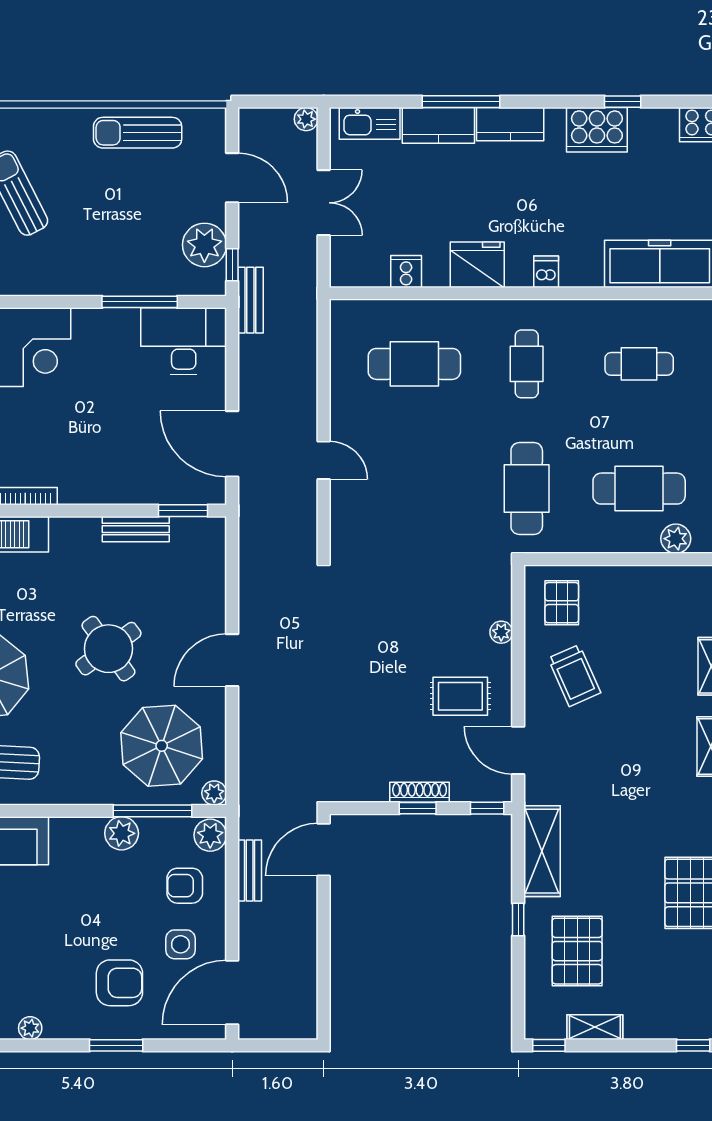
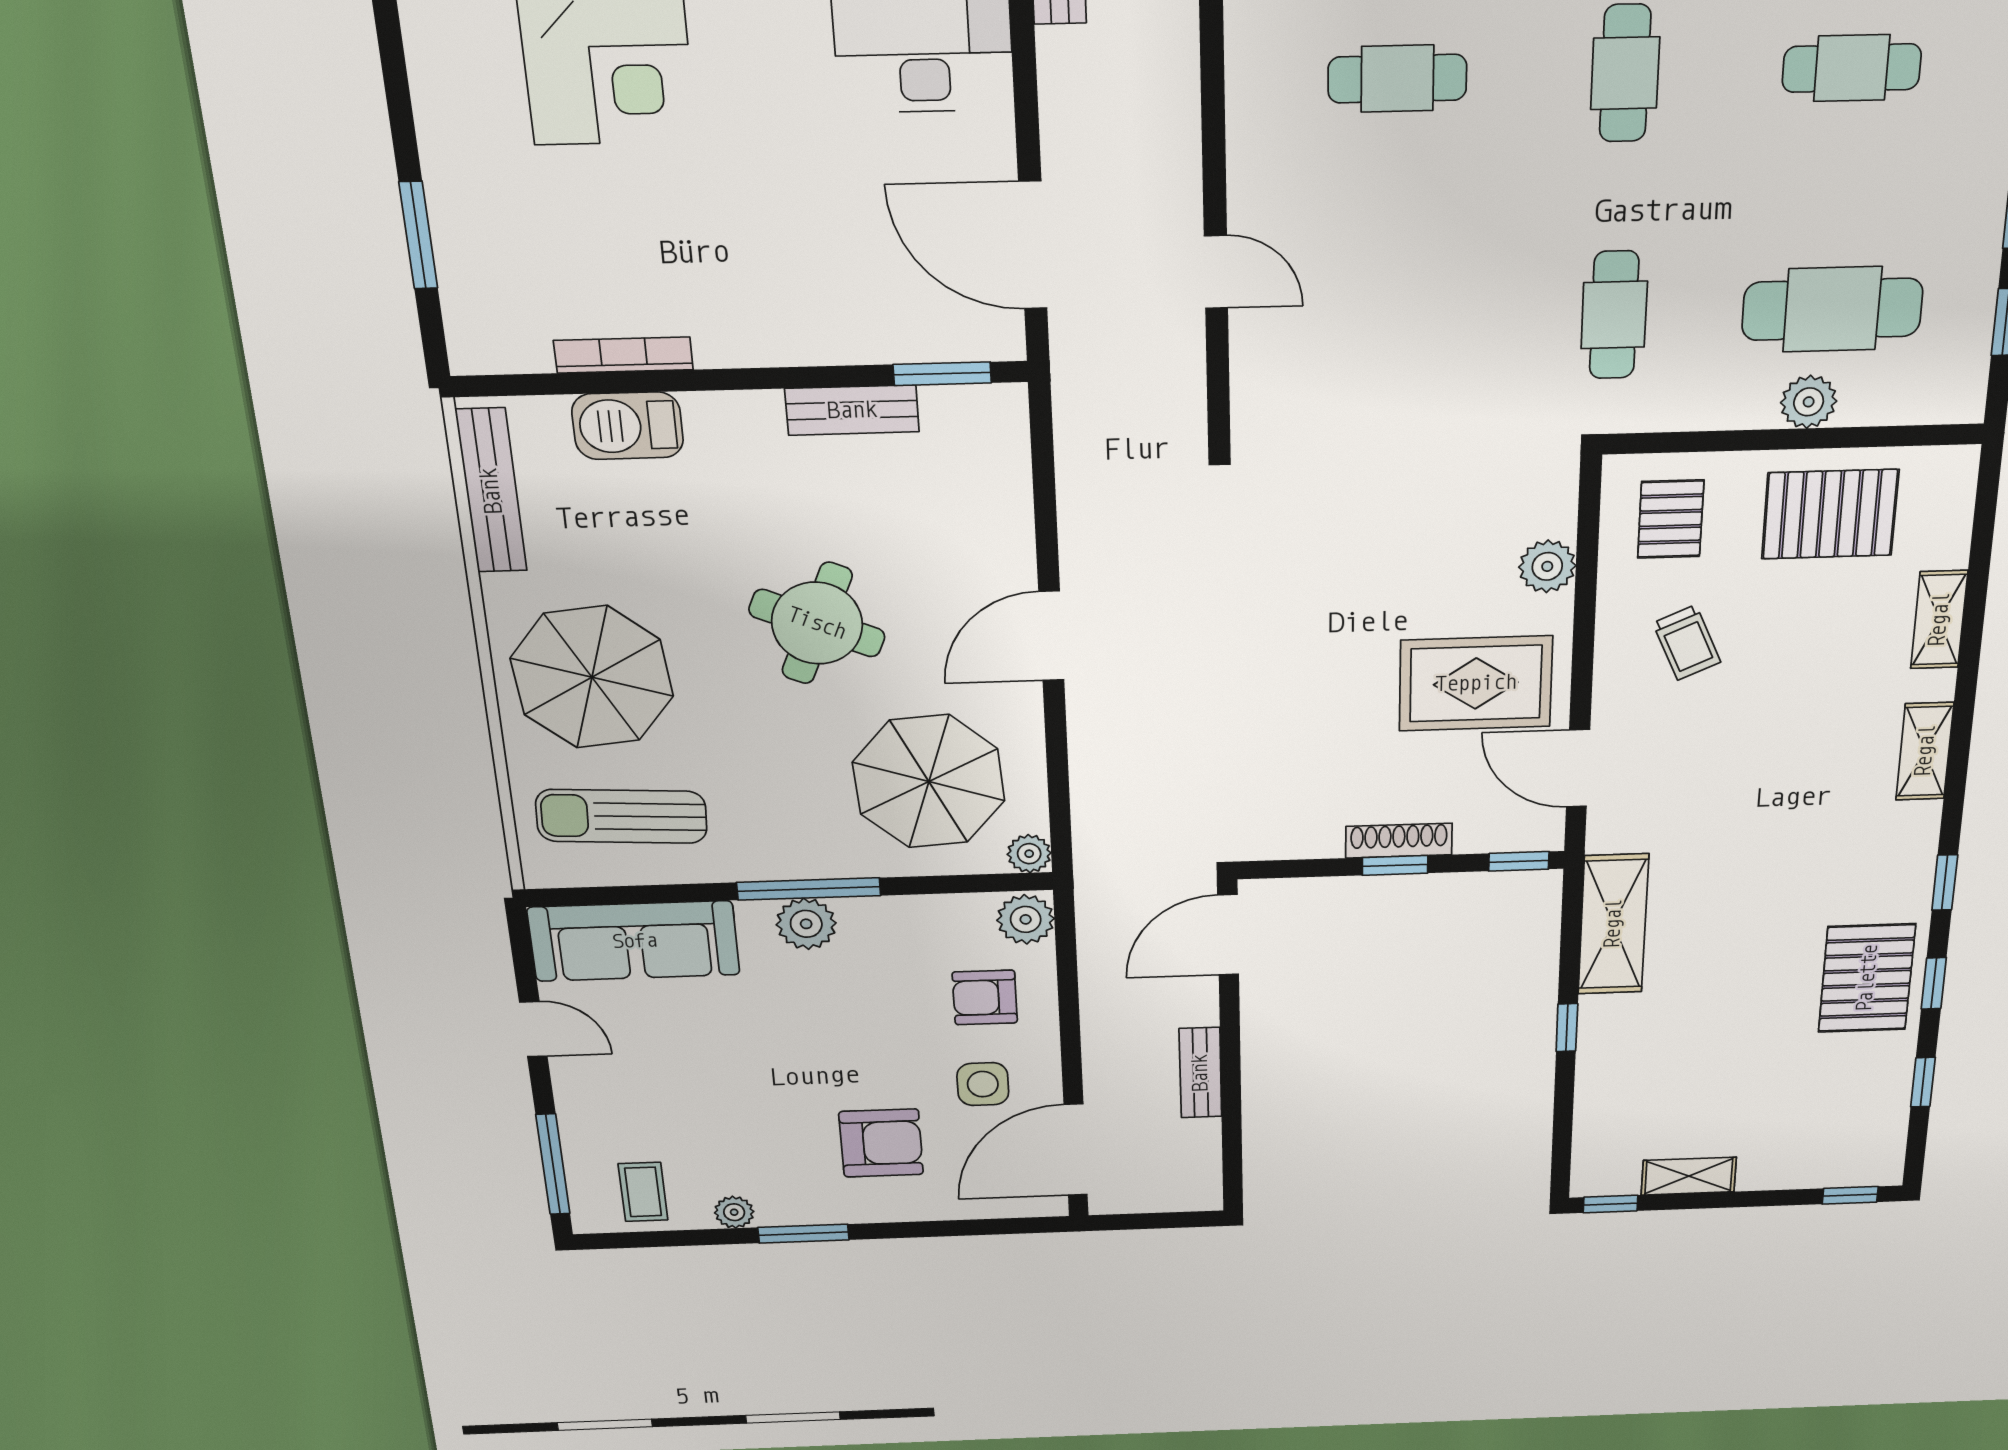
cafe table: (414, 364) -> (1397, 79), width x0.73, depth x0.74
cafe table: (527, 489) -> (1614, 315), width x0.73, depth x0.74
plant: (676, 539) -> (1809, 402), moved
plant: (501, 632) -> (1547, 566), width x1.38, depth x1.38
round table: (108, 649) -> (817, 623), turned -31
trolley: (574, 675) -> (1687, 643), width x0.73, depth x0.72
rug: (460, 696) -> (1476, 683), width x1.36, depth x1.43
window: (153, 811) -> (809, 889), moved
plant: (122, 833) -> (806, 924), moved
bench: (250, 871) -> (1200, 1073), moved
pallet: (577, 951) -> (1830, 514), moved, turned 90
window: (116, 1045) -> (803, 1234), moved

